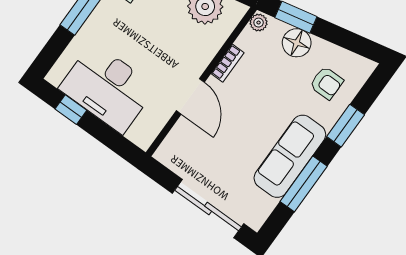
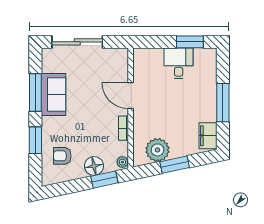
desk: (108, 88) -> (179, 63), width x0.53, depth x0.77
window: (71, 110) -> (190, 42), width x1.50
sofa: (290, 156) -> (53, 94), width x0.73

